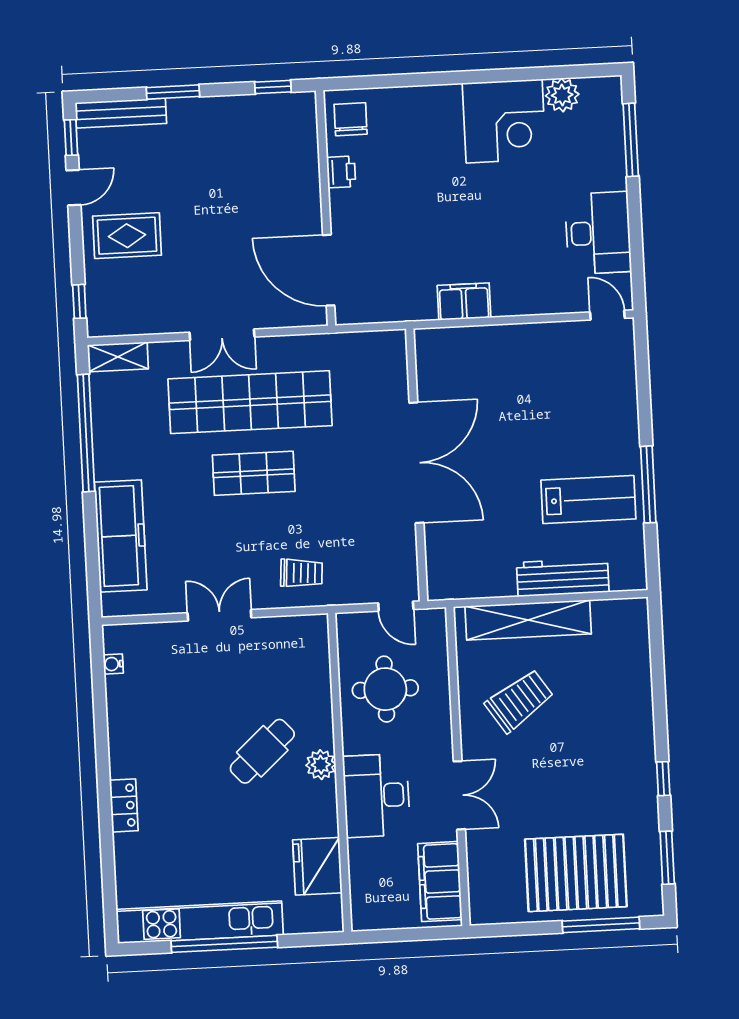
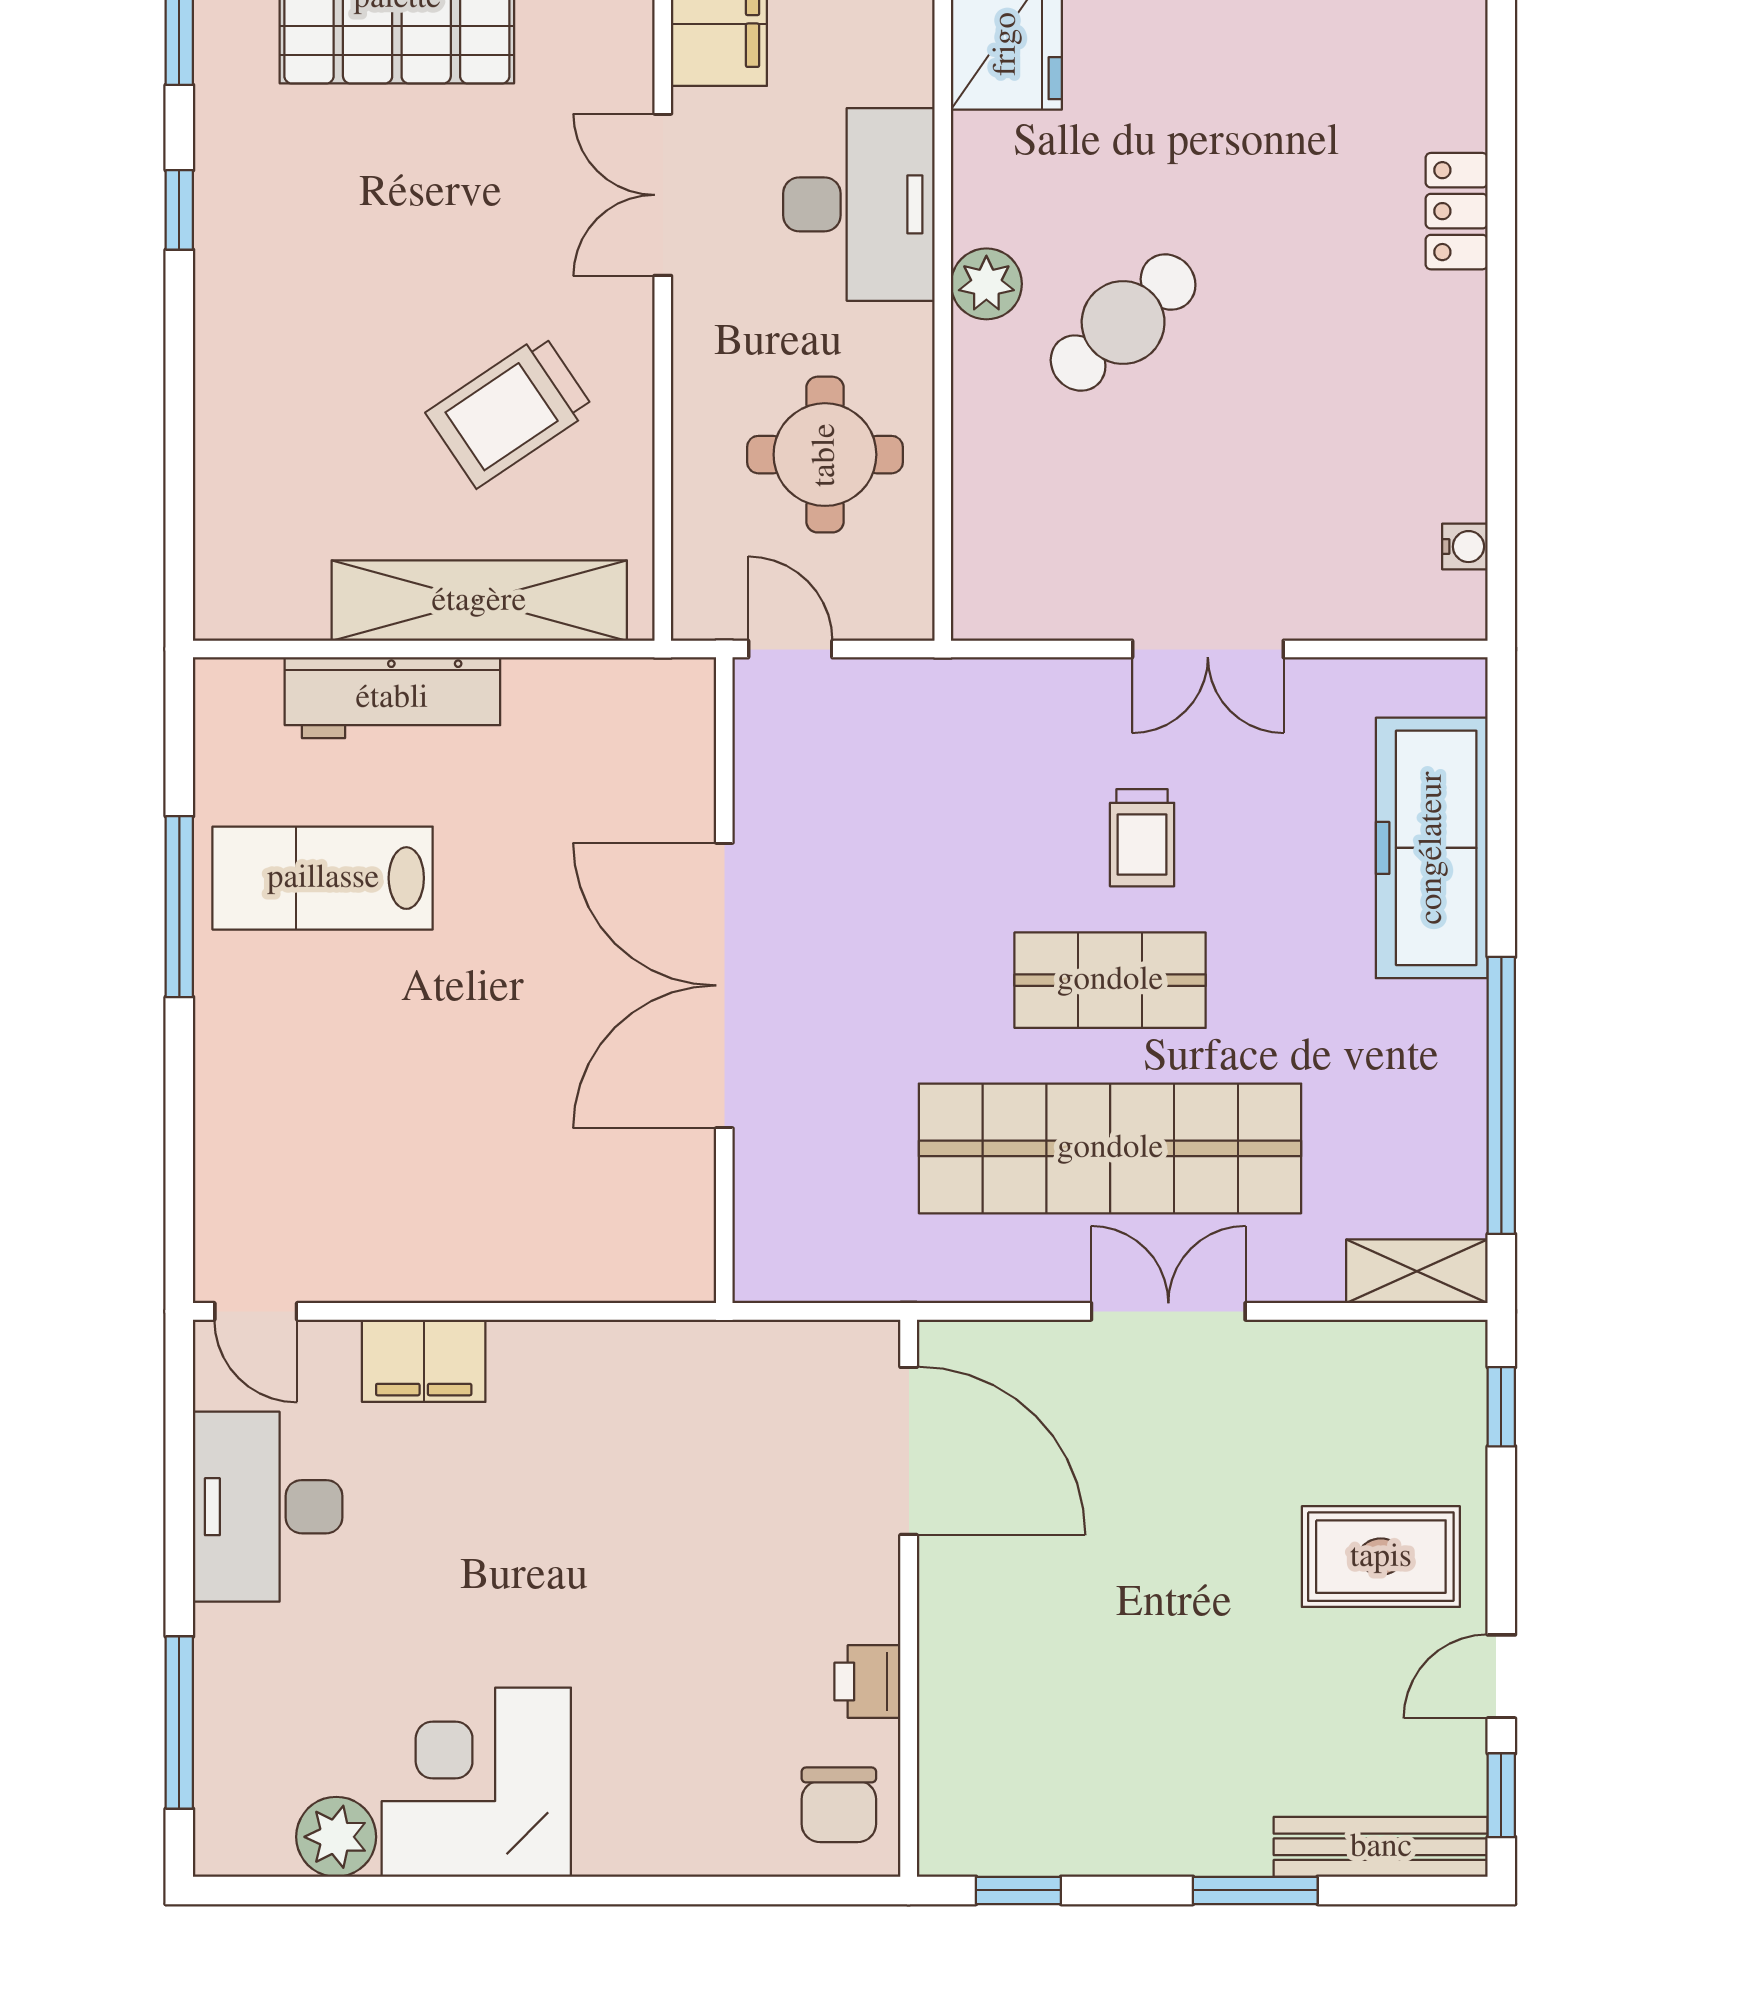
filing cabinet: (464, 302) -> (424, 1361), moved
trolley: (301, 573) -> (1142, 838), moved, turned -94

